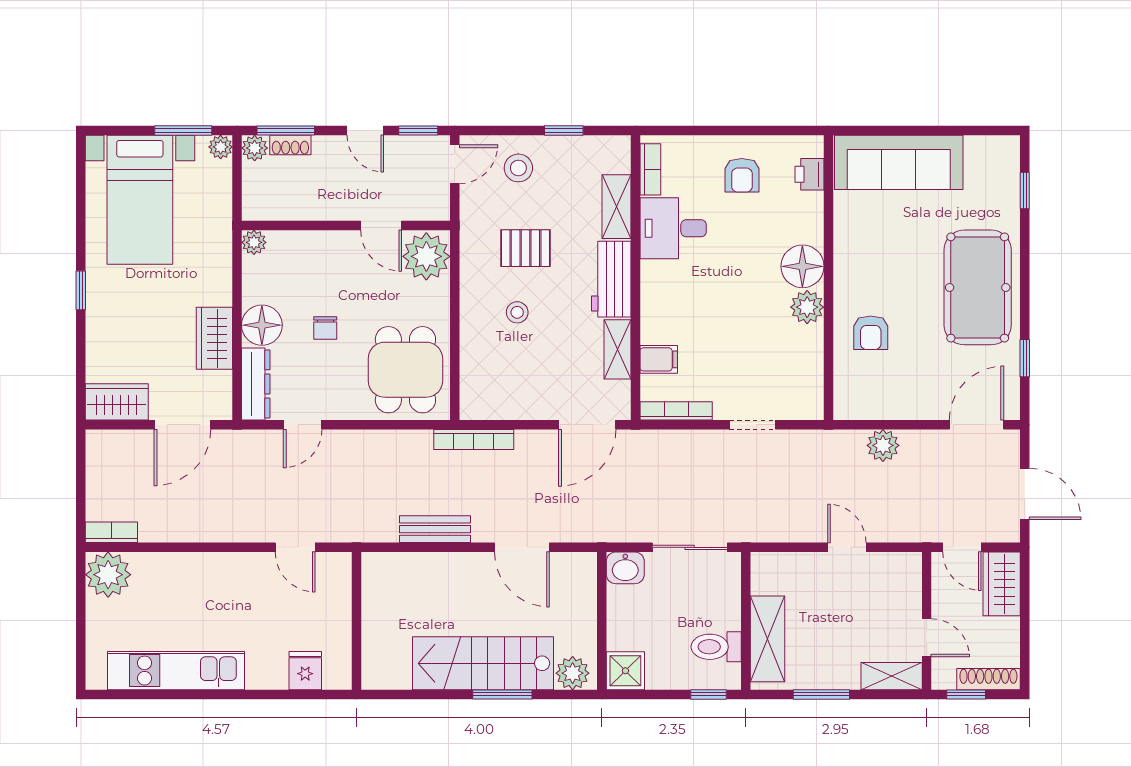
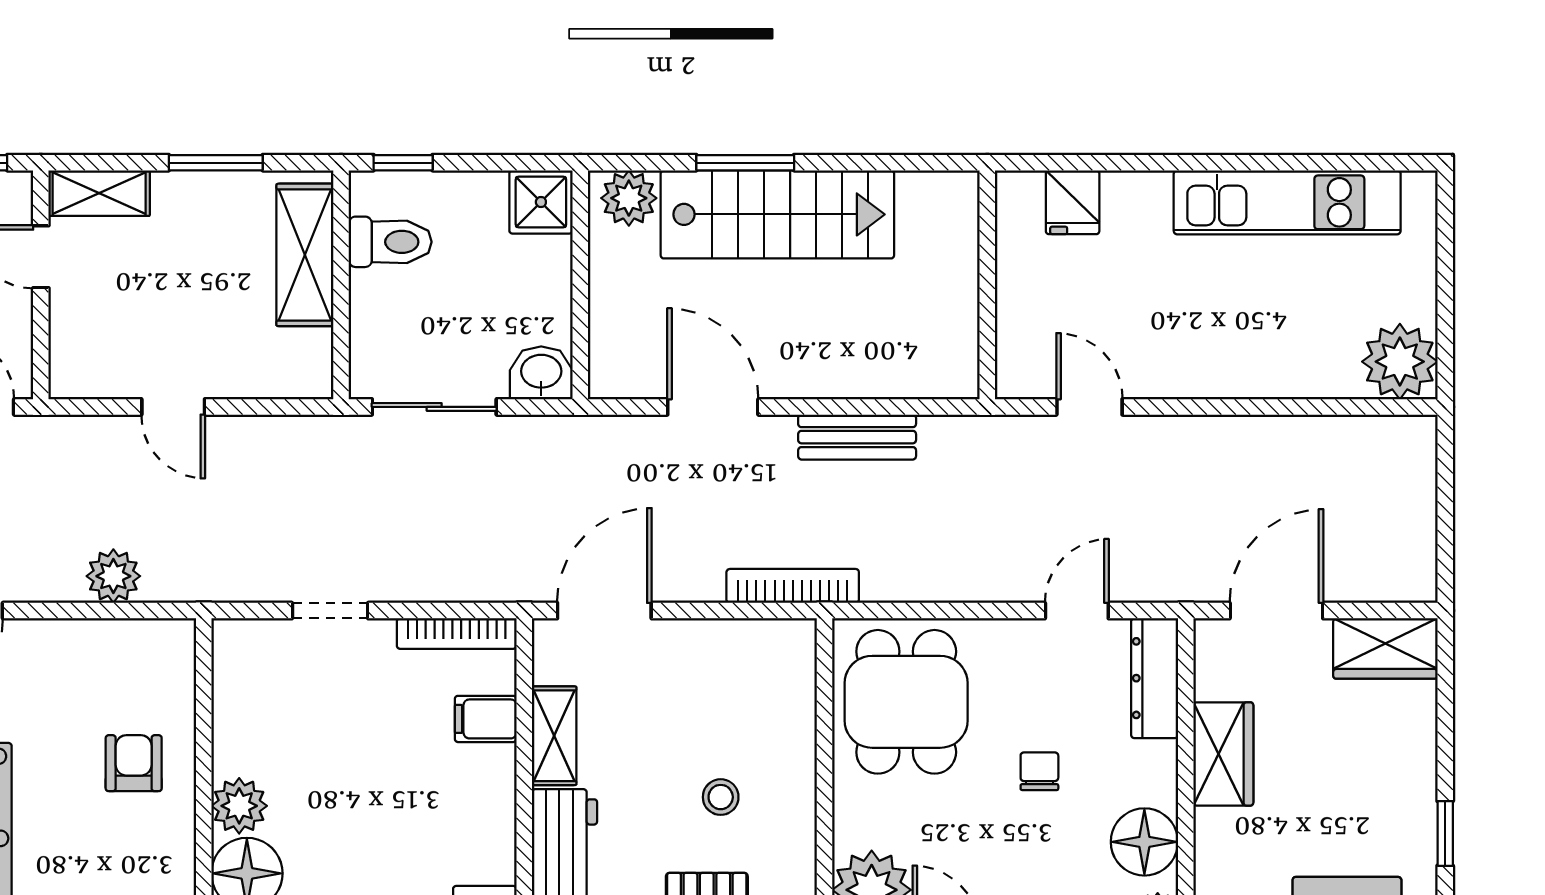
floor lamp: (262, 325) -> (1144, 842), moved
bookcase: (111, 532) -> (1394, 432), removed

